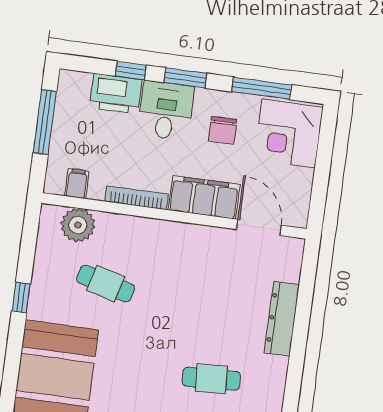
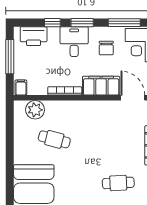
printer: (116, 94) -> (34, 36), moved
filing cabinet: (77, 184) -> (21, 88), moved
window: (21, 298) -> (10, 153), removed

